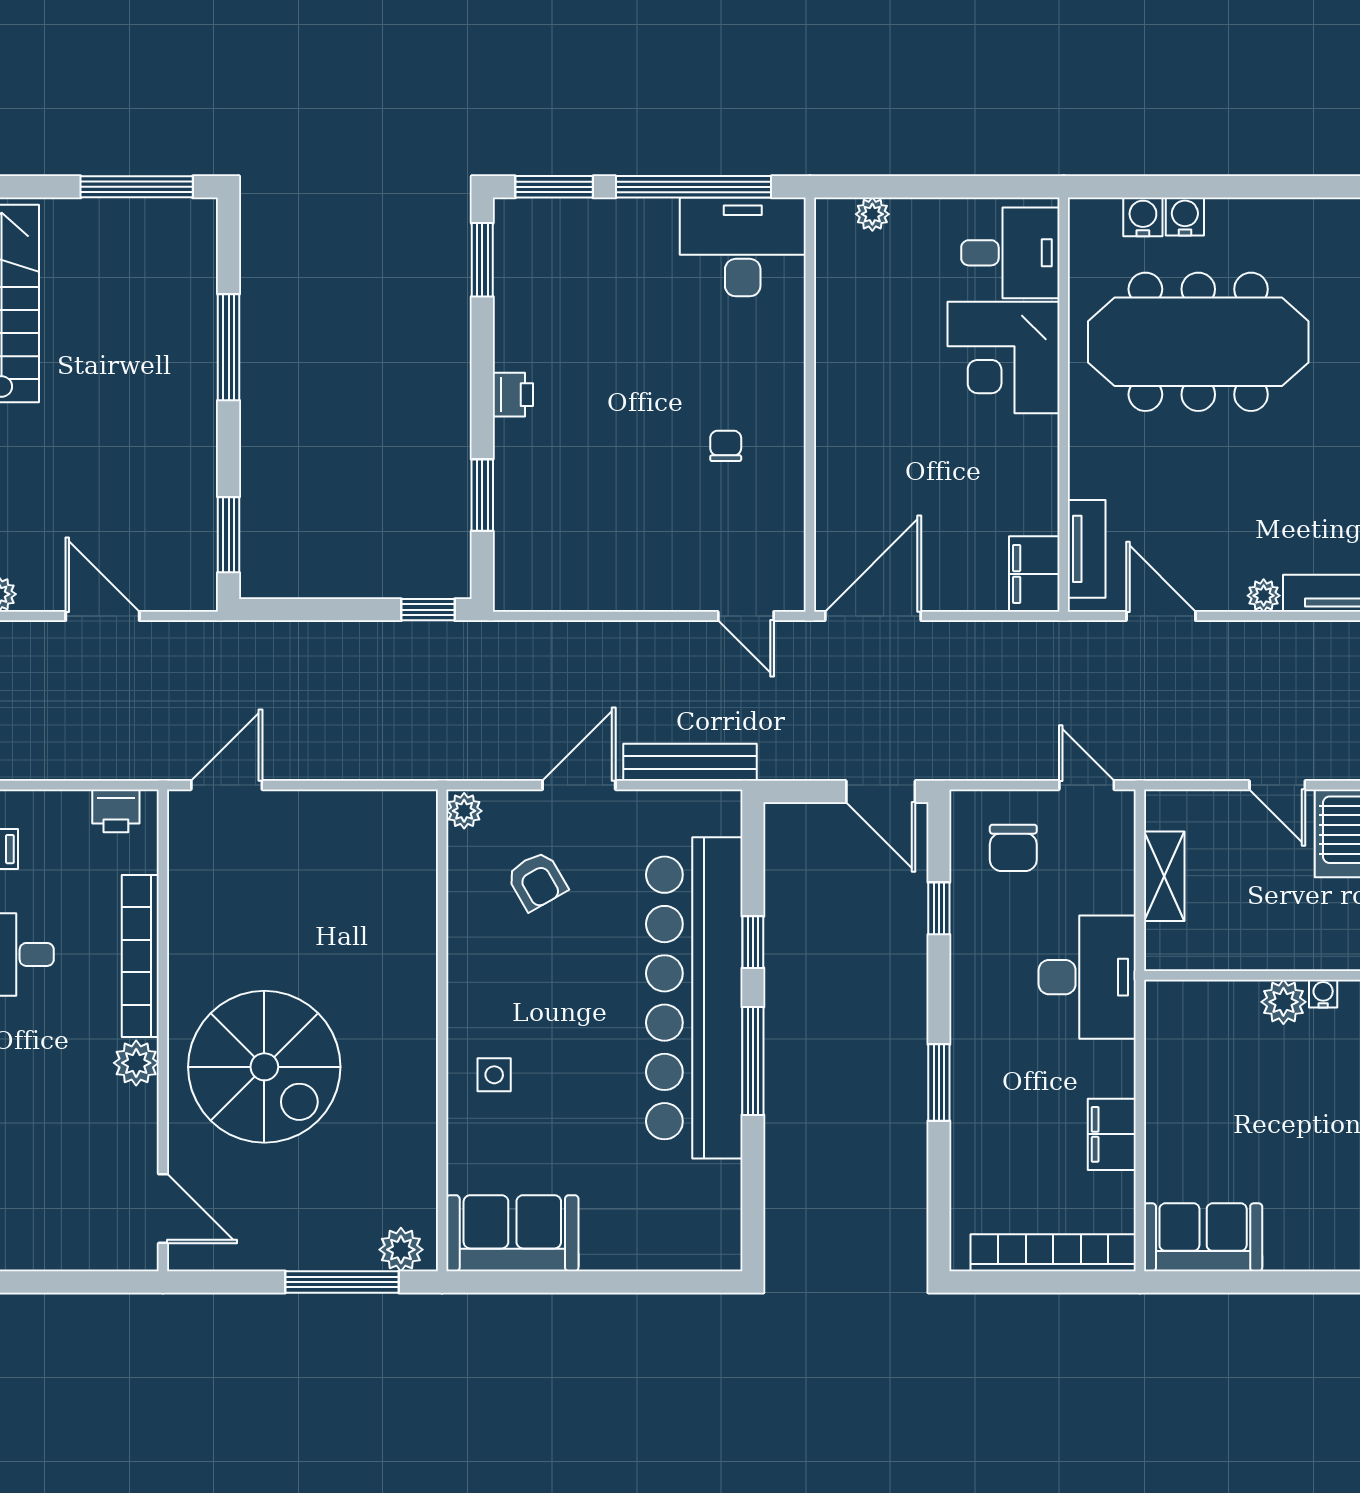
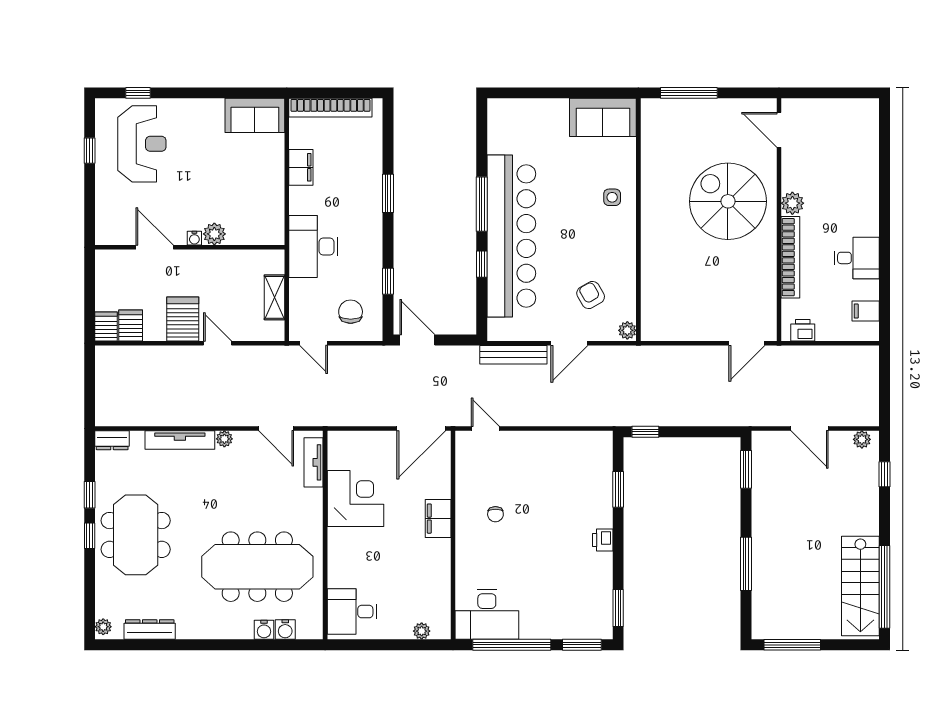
corner desk: (1004, 358) -> (355, 499), moved
filing cabinet: (1034, 574) -> (438, 519), moved, turned 180
plant: (401, 1250) -> (659, 109), removed

